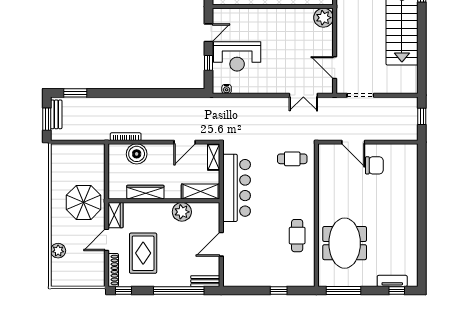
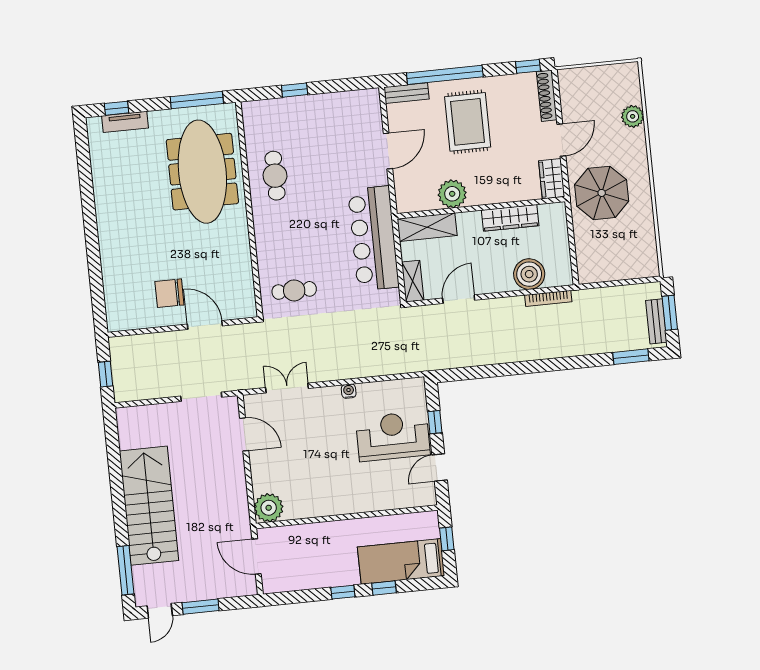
water cooler: (227, 89) -> (349, 391), moved
meeting table: (345, 243) -> (202, 172), width x1.36
rug: (143, 253) -> (468, 122), moved

